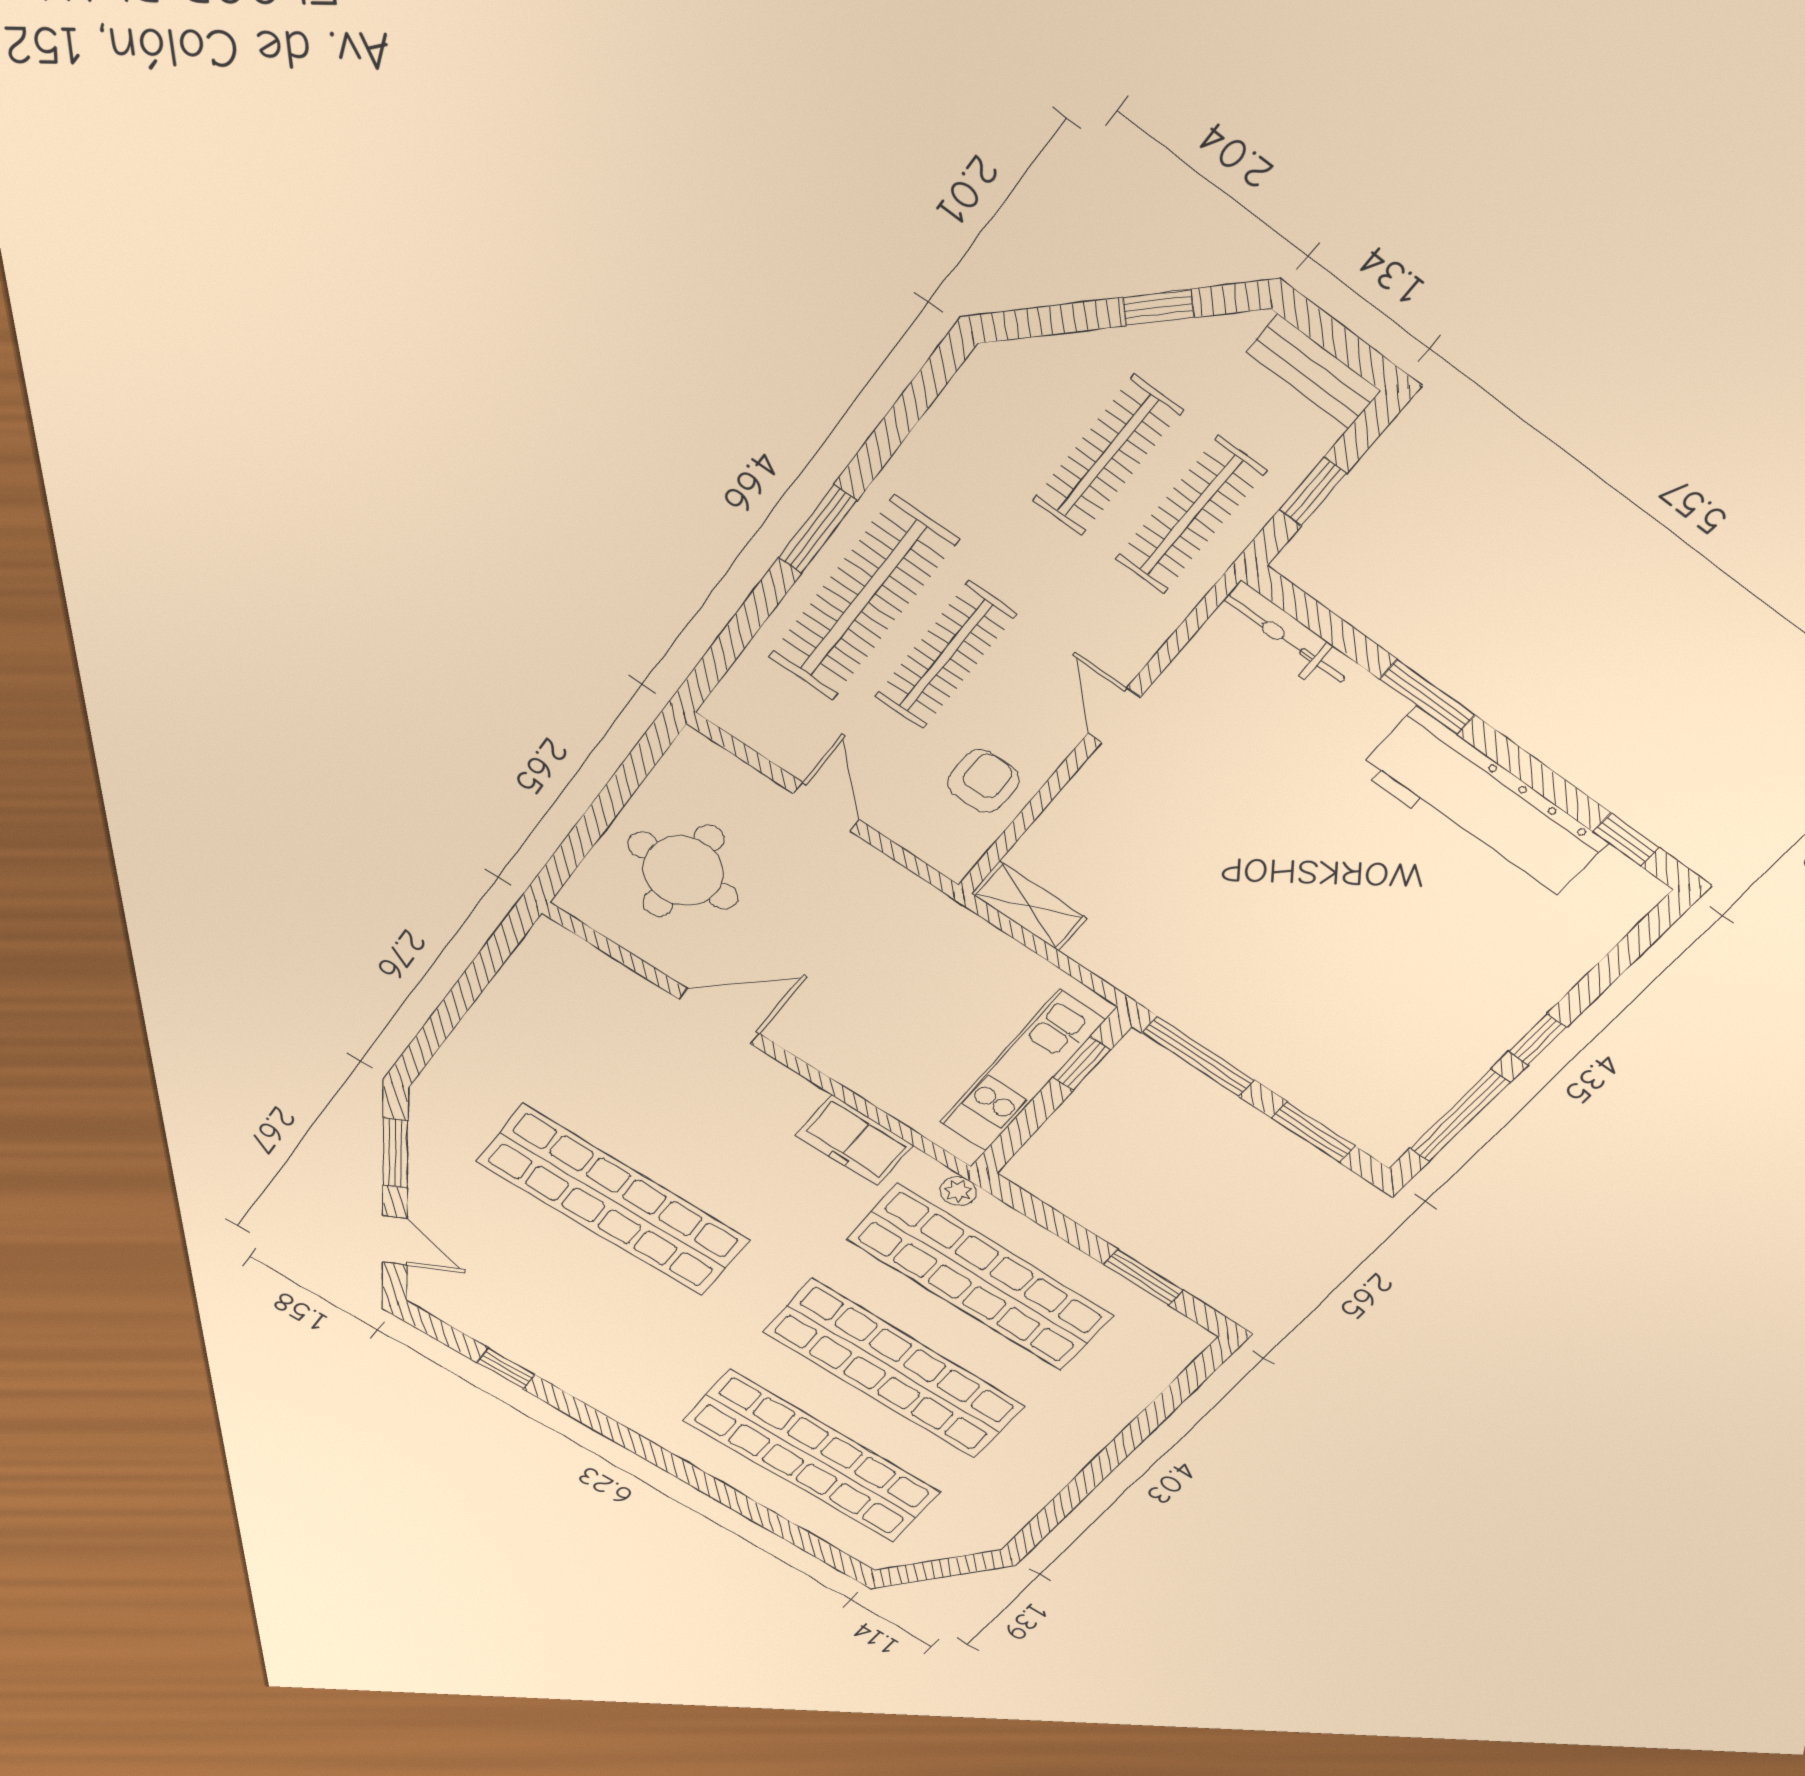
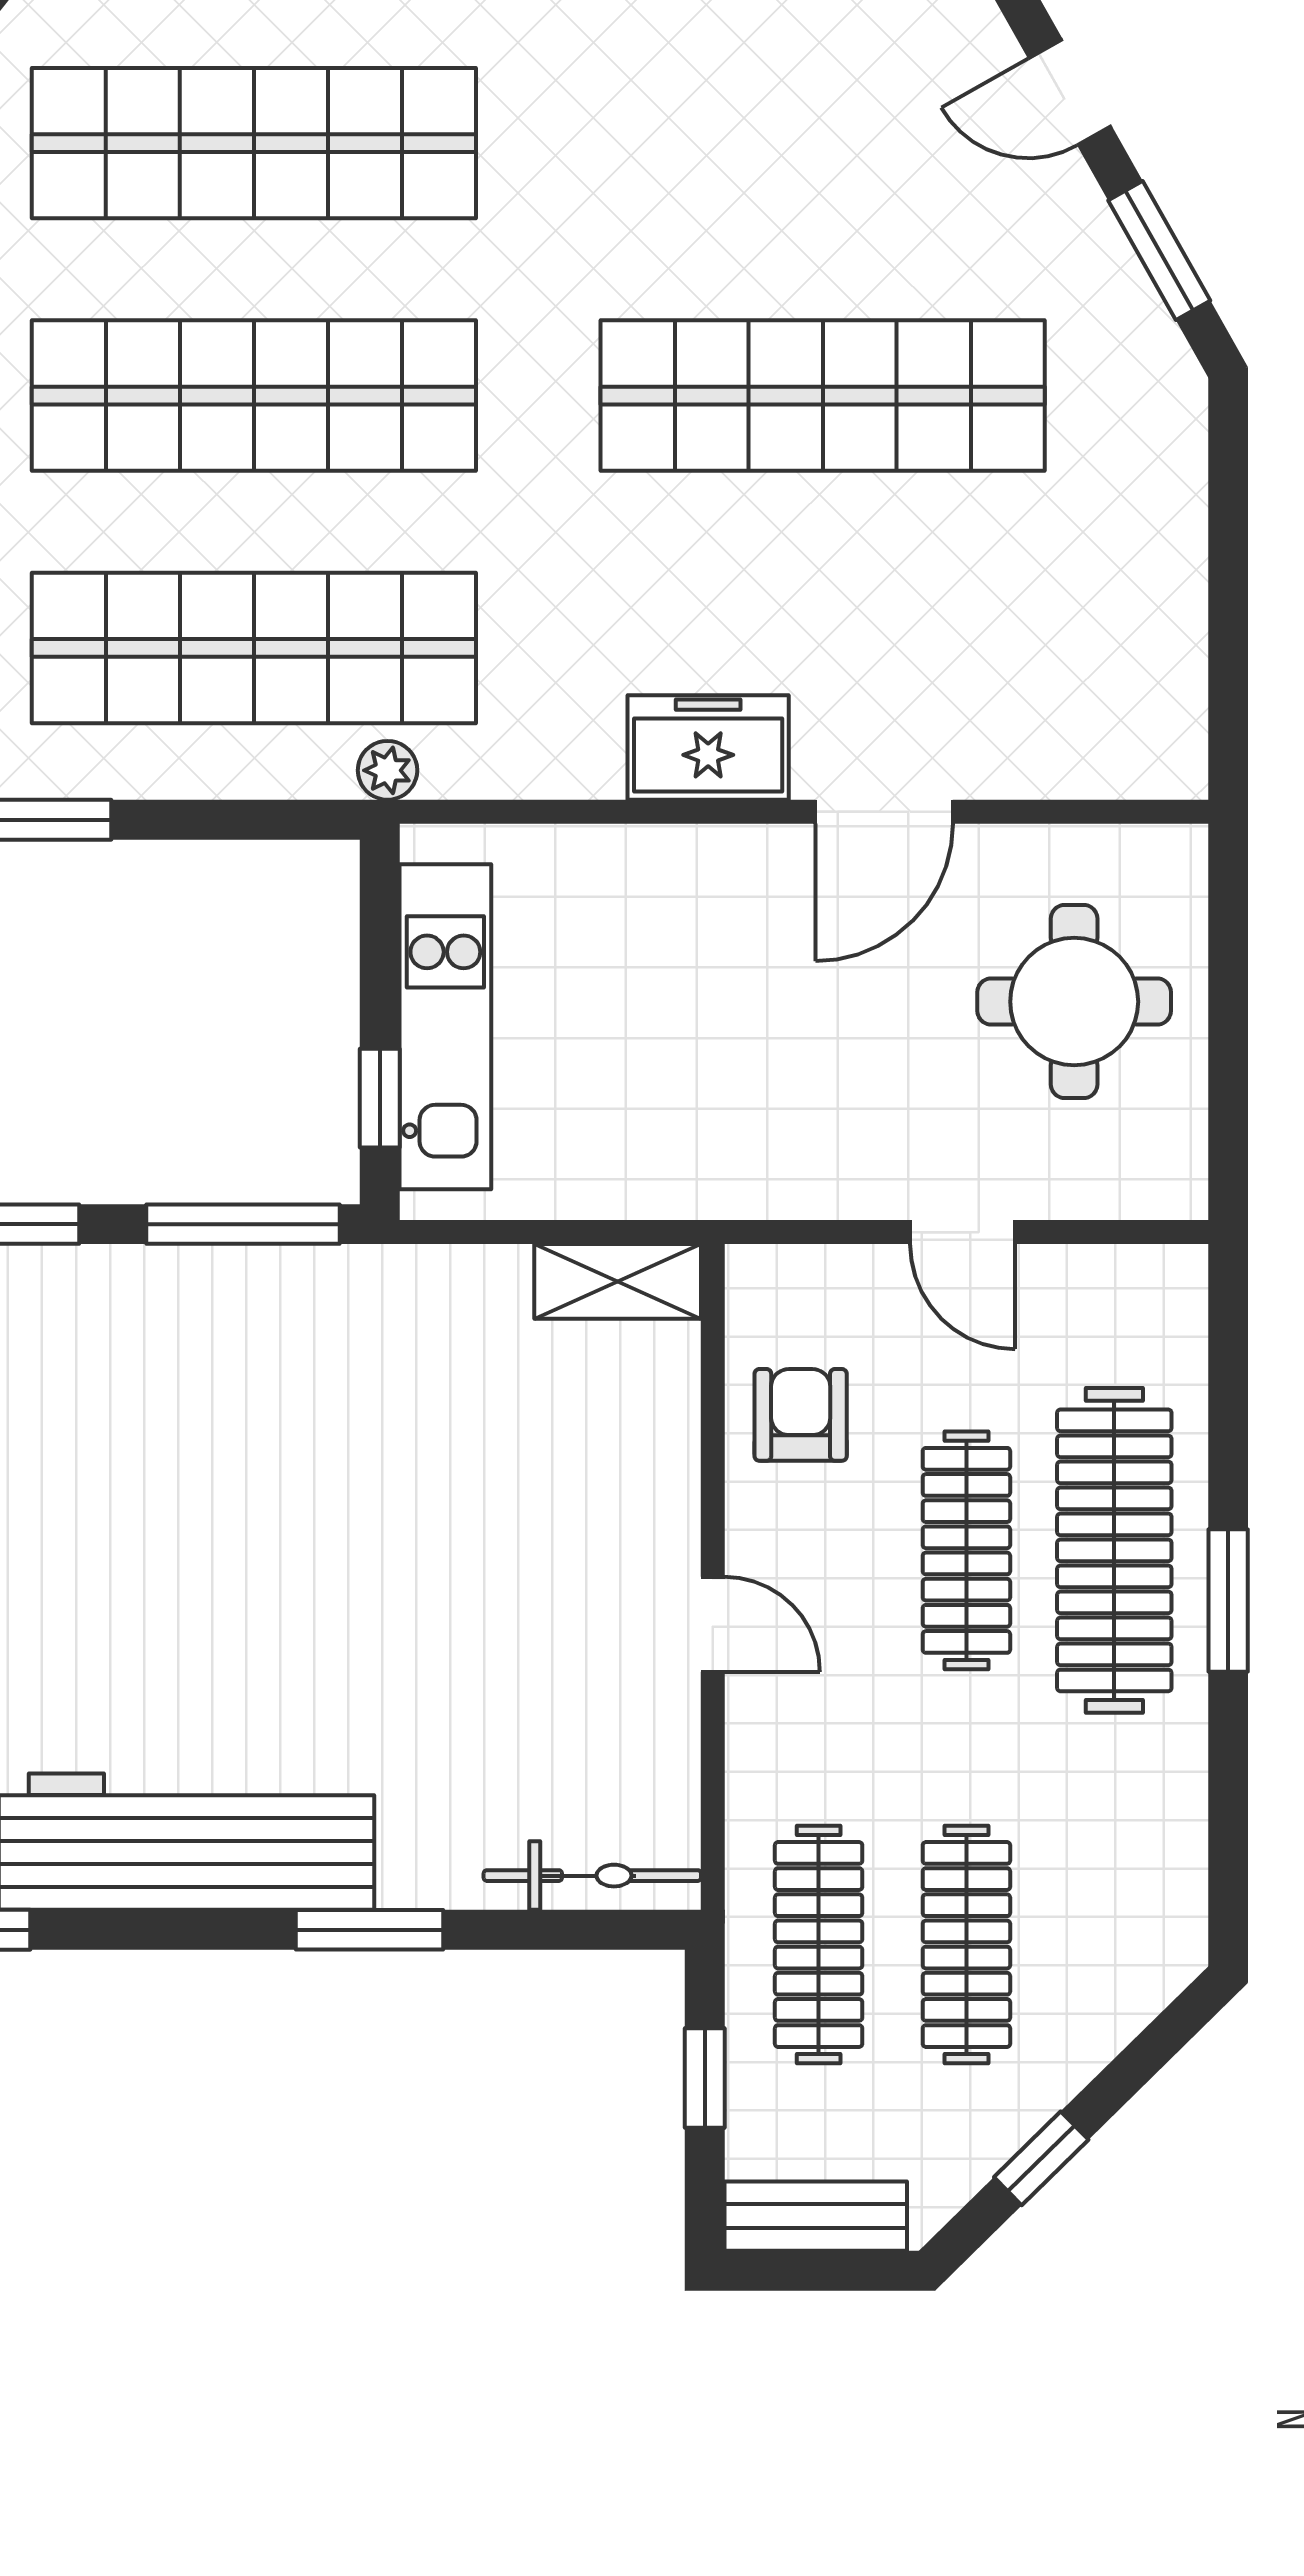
armchair: (983, 781) -> (801, 1415), turned 180
freezer: (855, 1141) -> (708, 748), moved

